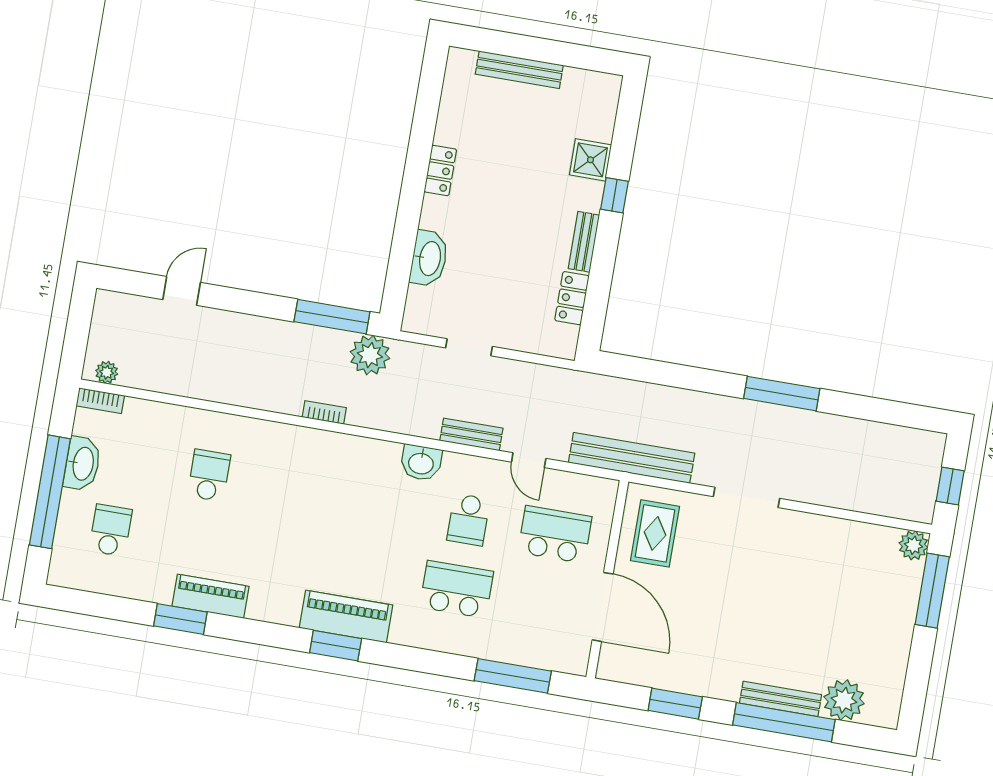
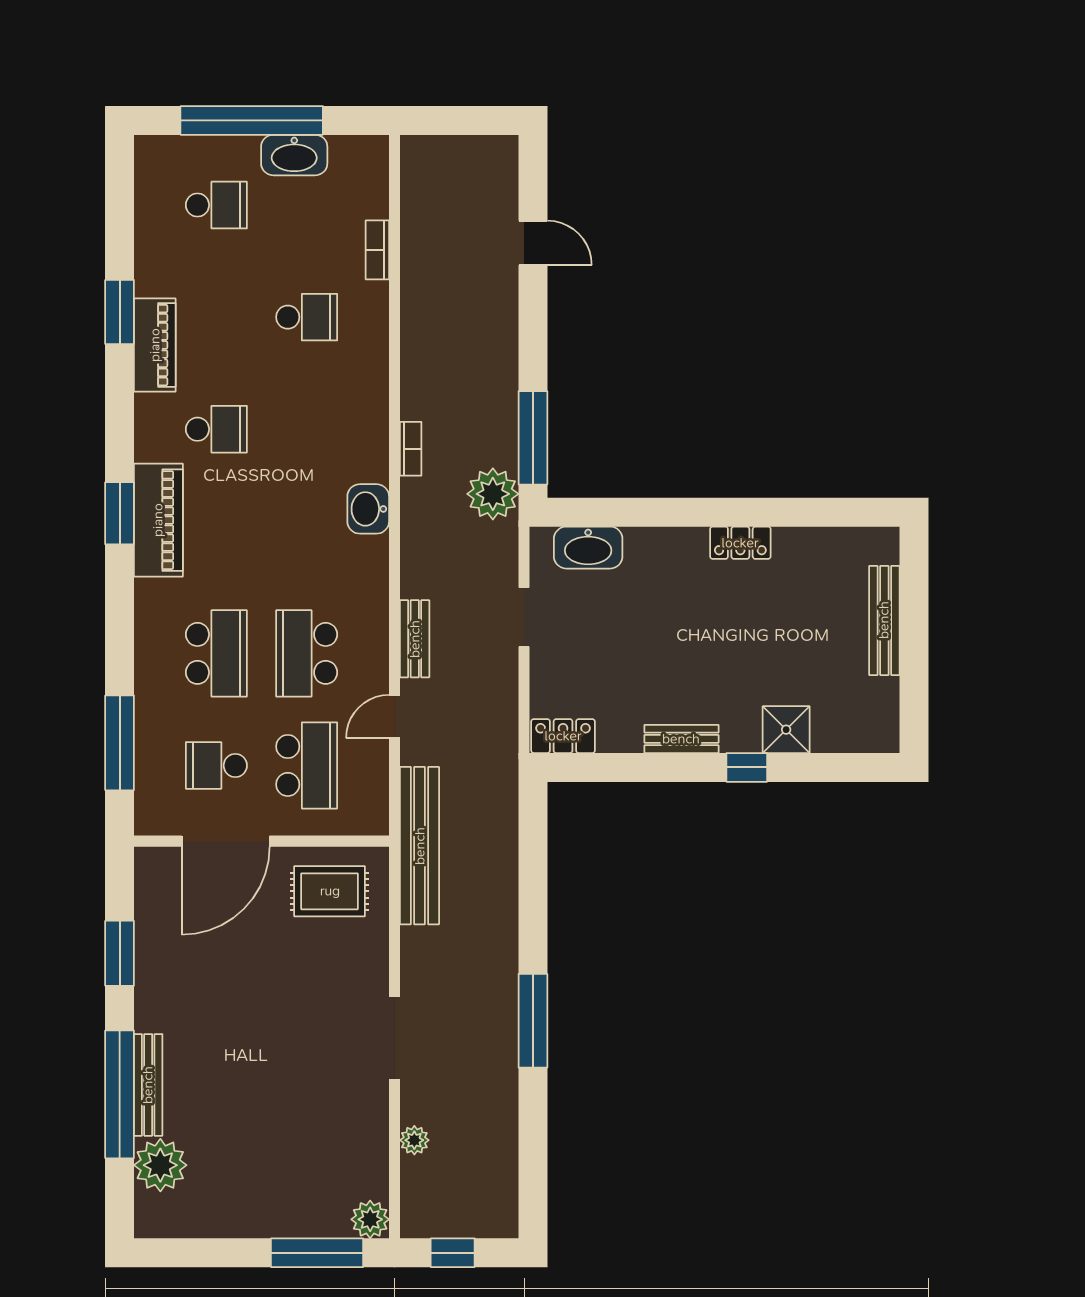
washbasin: (429, 258) -> (588, 548), moved
locker: (572, 298) -> (563, 736), moved
plant: (107, 372) -> (414, 1140), moved
bookcase: (100, 401) -> (377, 250), moved
washbasin: (421, 463) -> (368, 509), moved
doorway: (746, 497) -> (395, 1038), moved
school desk: (468, 520) -> (307, 653), width x1.85
school desk: (284, 560) -> (216, 429), added
school desk: (543, 604) -> (216, 765), added

